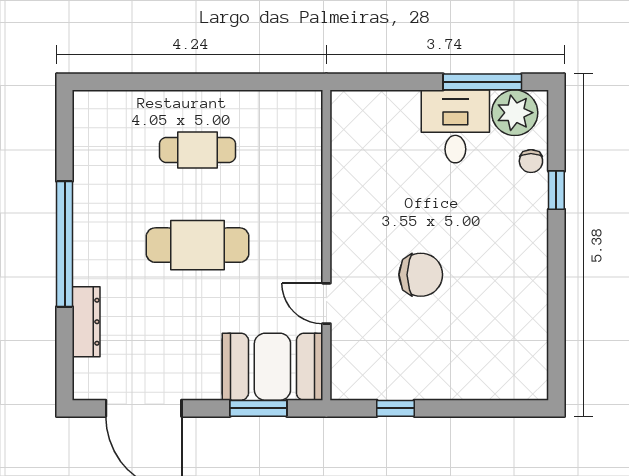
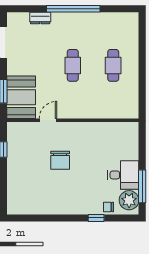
cafe table: (198, 245) -> (73, 65), width x0.73, depth x0.74
dresser: (86, 322) -> (40, 18), width x0.70

